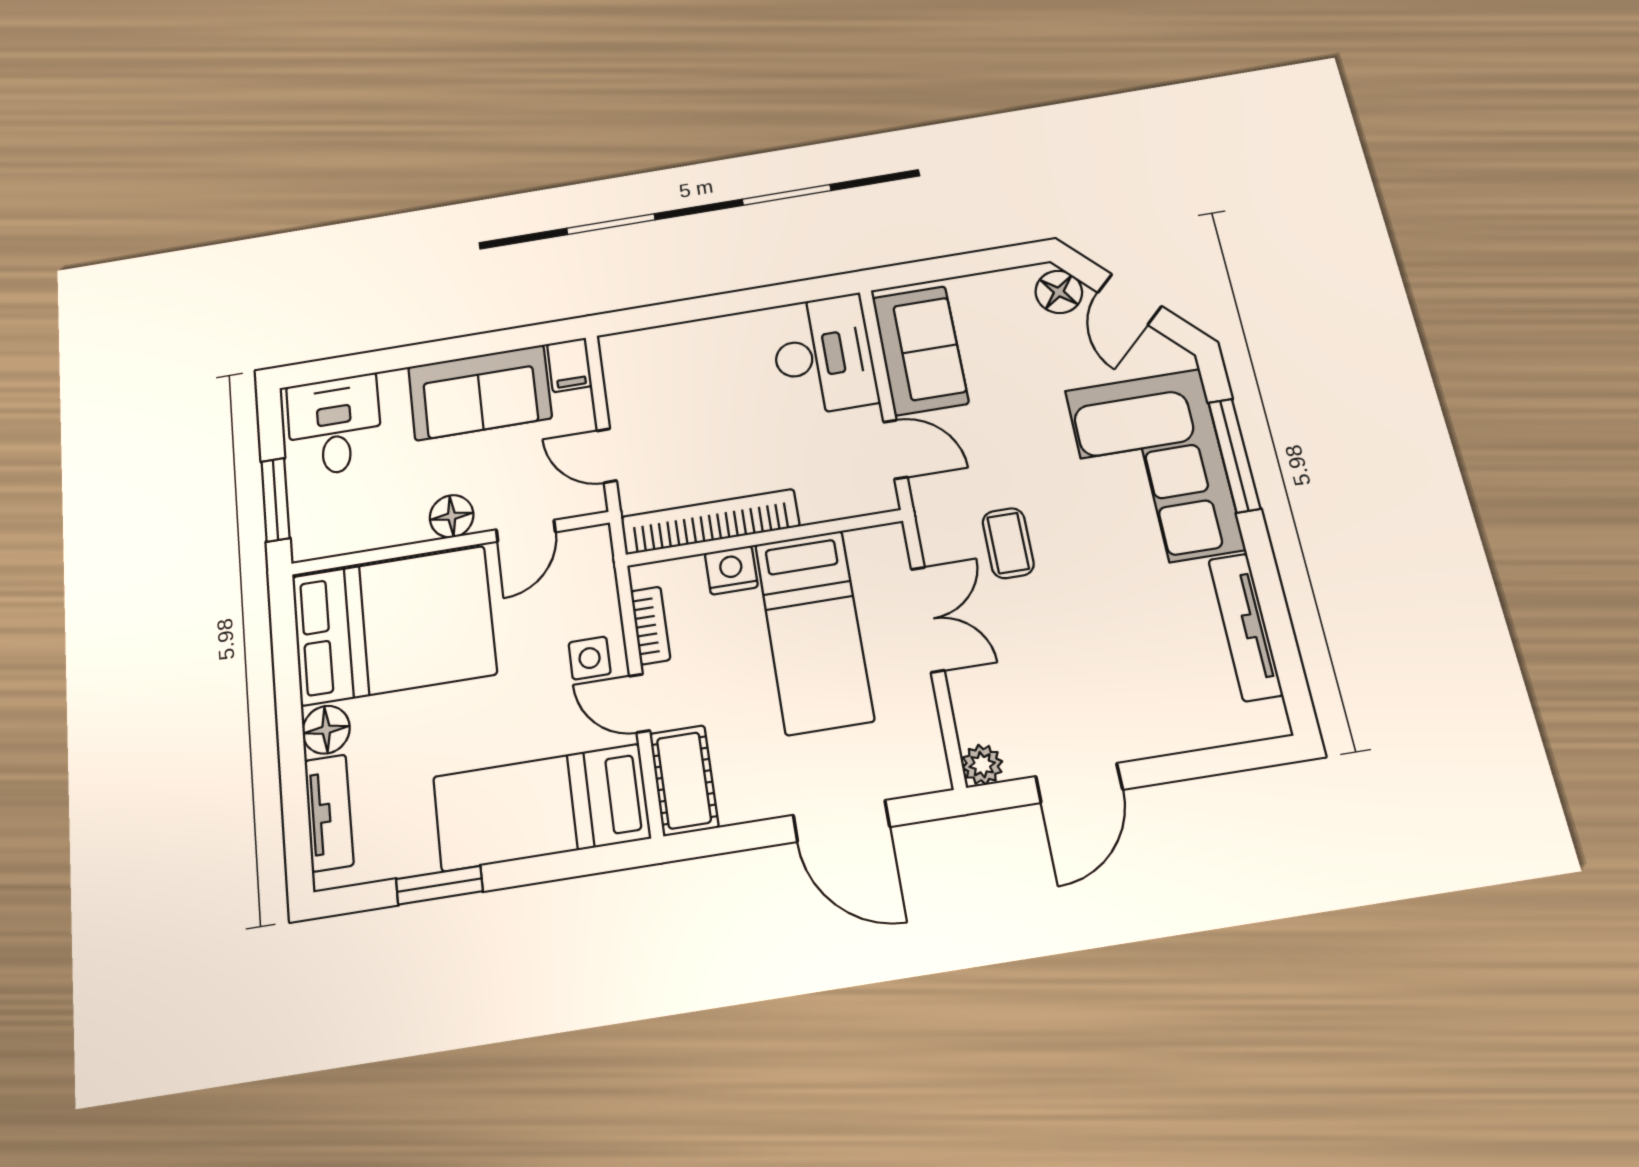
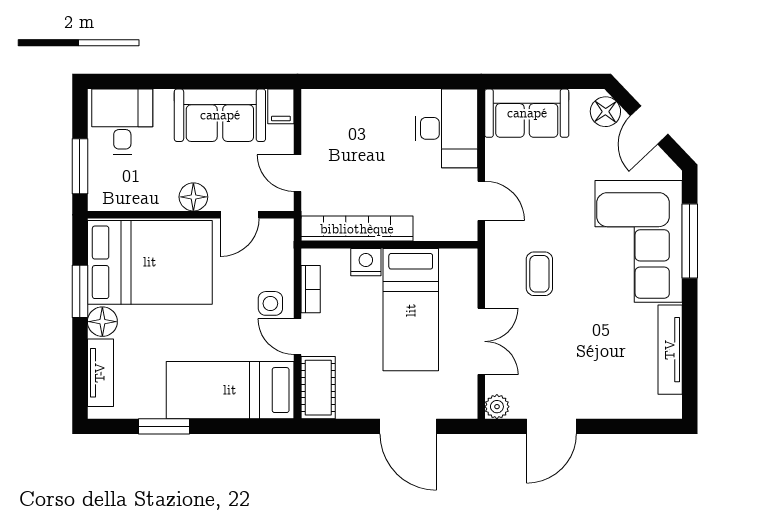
sofa: (920, 350) -> (527, 113), moved, turned 90
double door: (928, 619) -> (481, 341), moved
window: (288, 688) -> (80, 291), added

